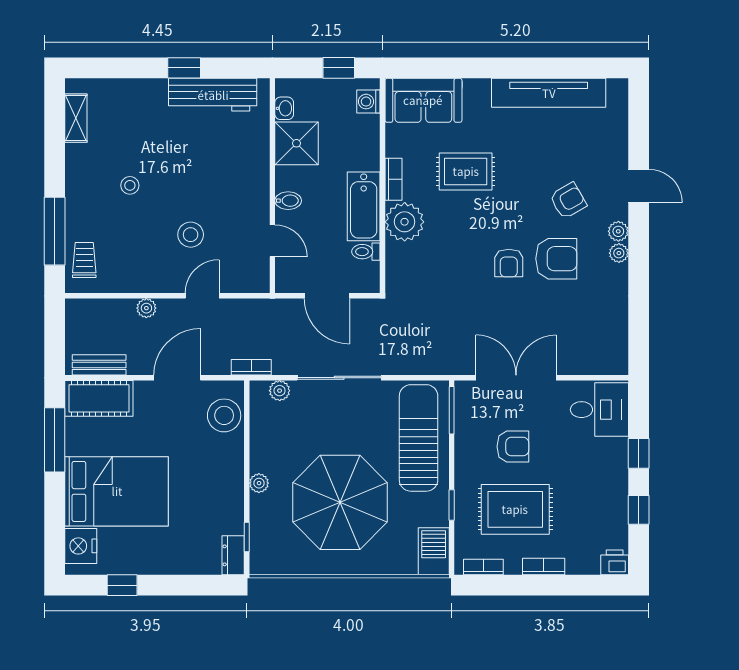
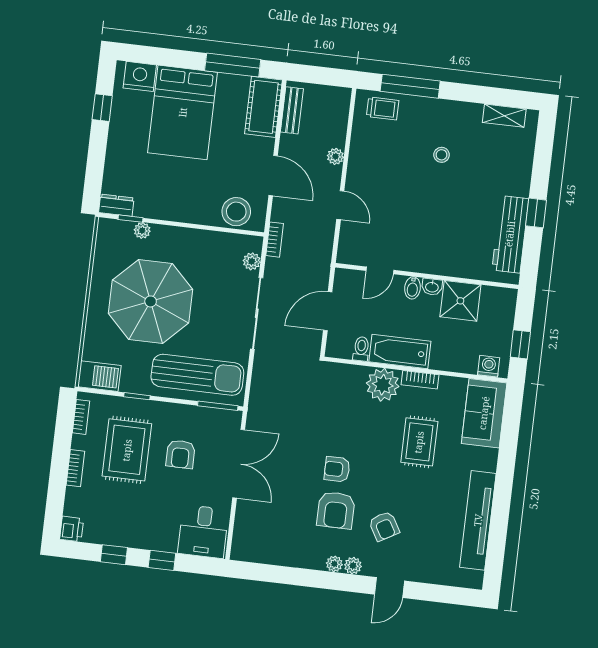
washbasin: (284, 108) -> (432, 287), moved
stool: (191, 235) -> (393, 201), removed
plant: (259, 483) -> (142, 231), moved

